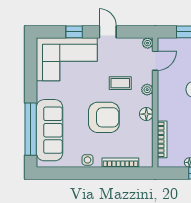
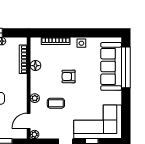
floor lamp: (146, 114) -> (35, 66), moved
armchair: (104, 117) -> (69, 76), width x0.53, depth x0.53

